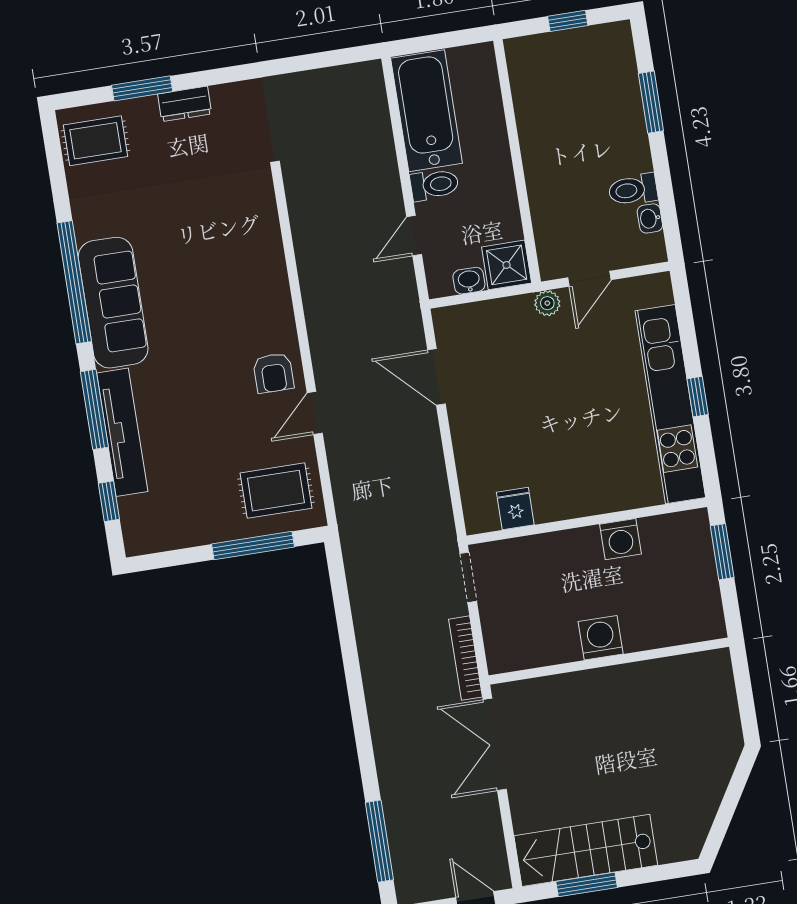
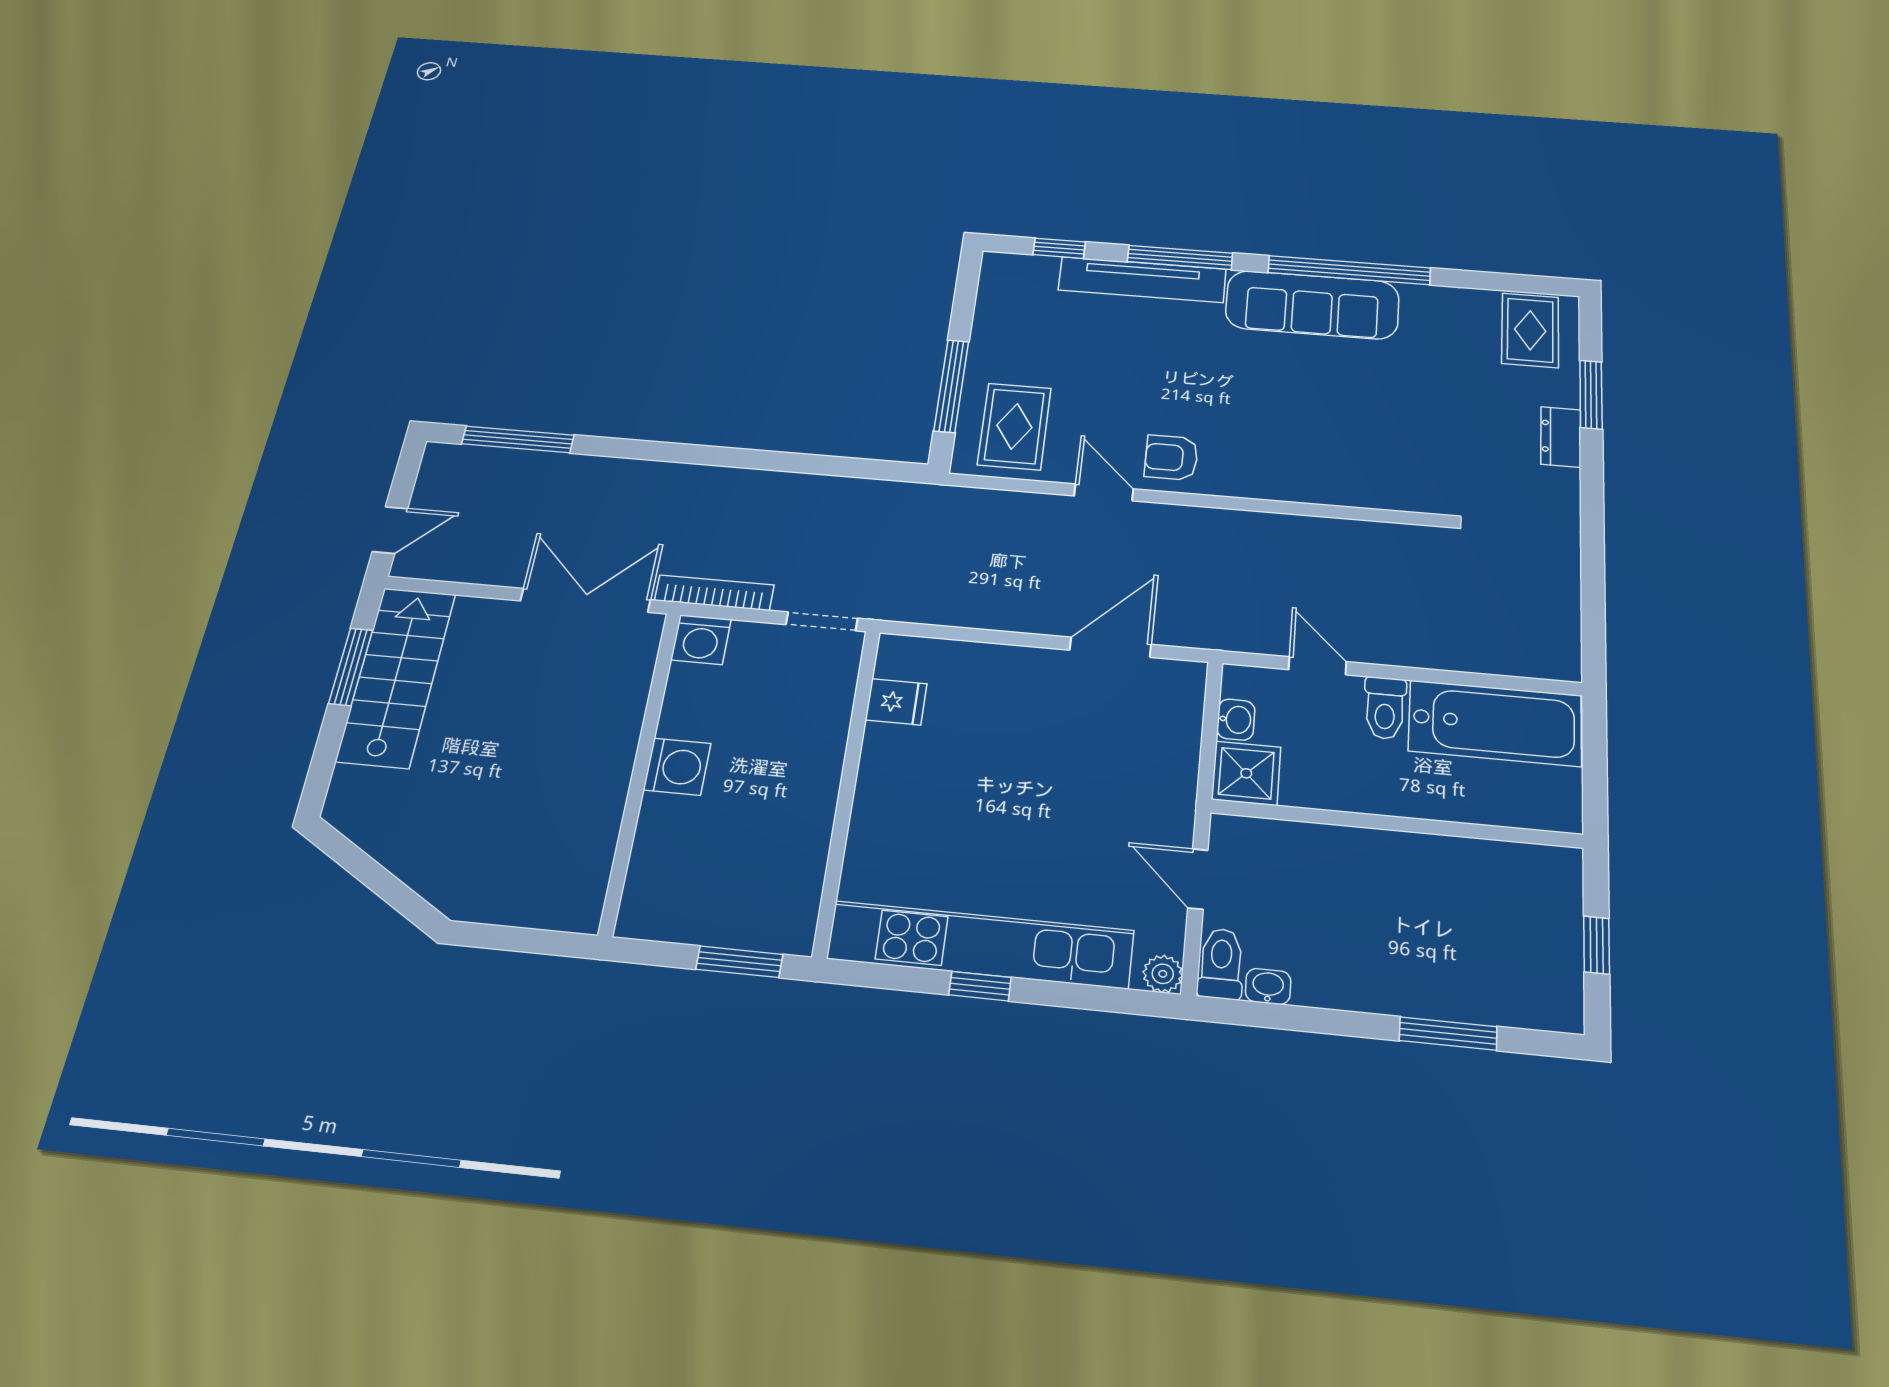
toilet: (633, 190) -> (1221, 964), moved
plant: (547, 303) -> (1163, 974), moved
washing machine: (620, 539) -> (701, 640), moved, turned -90

